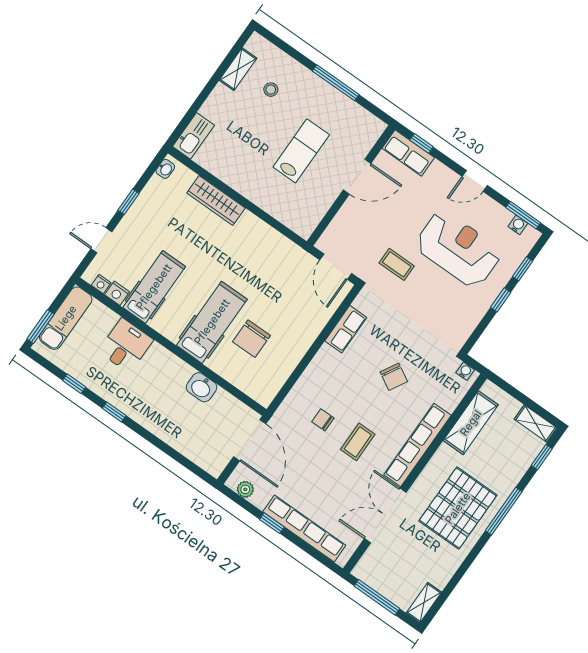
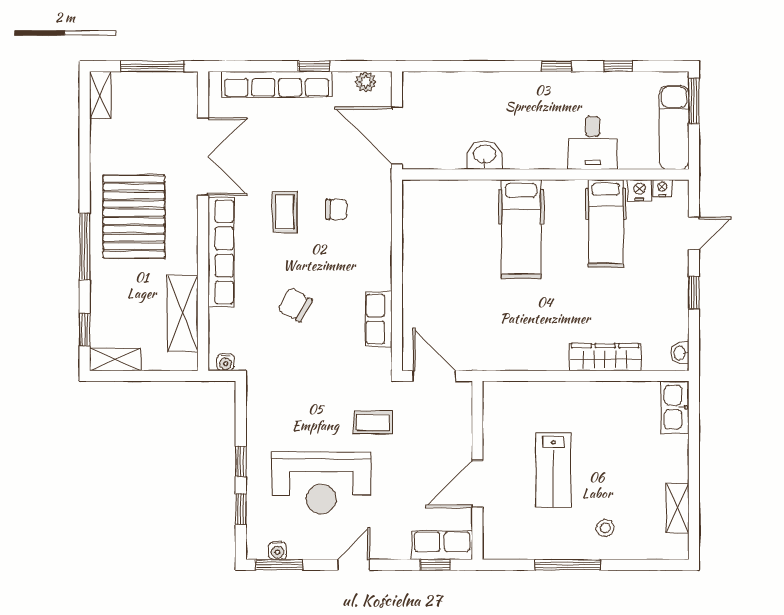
stool: (271, 90) -> (605, 528), moved
chair: (252, 339) -> (469, 241), removed

